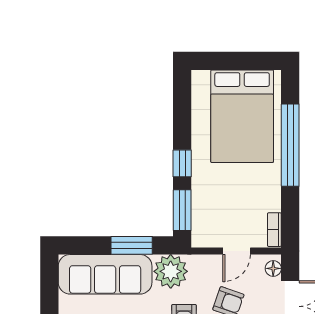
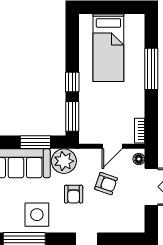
bed: (242, 116) -> (108, 48), width x0.67
window: (290, 145) -> (151, 69), width x0.68

